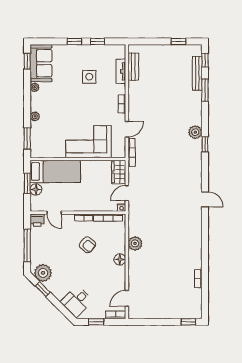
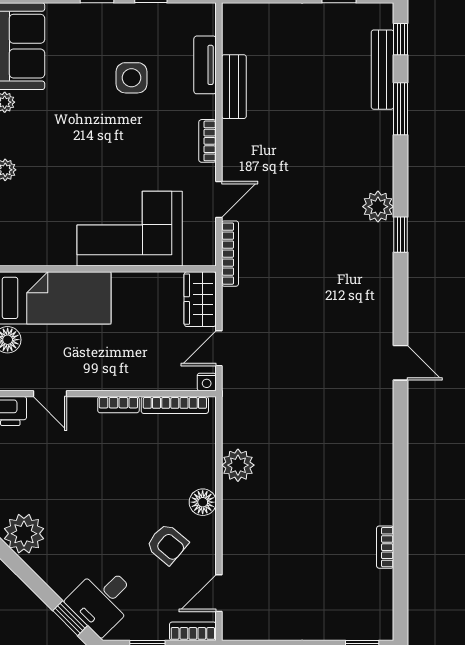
bench: (133, 67) -> (234, 87), moved
armchair: (87, 245) -> (167, 544), moved
window: (43, 289) -> (70, 618), moved

